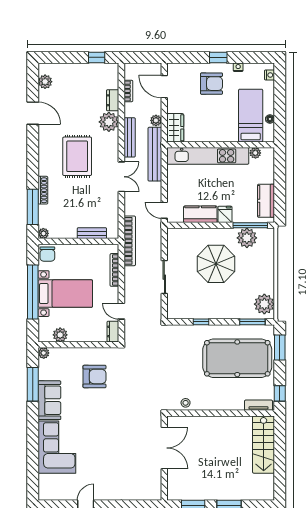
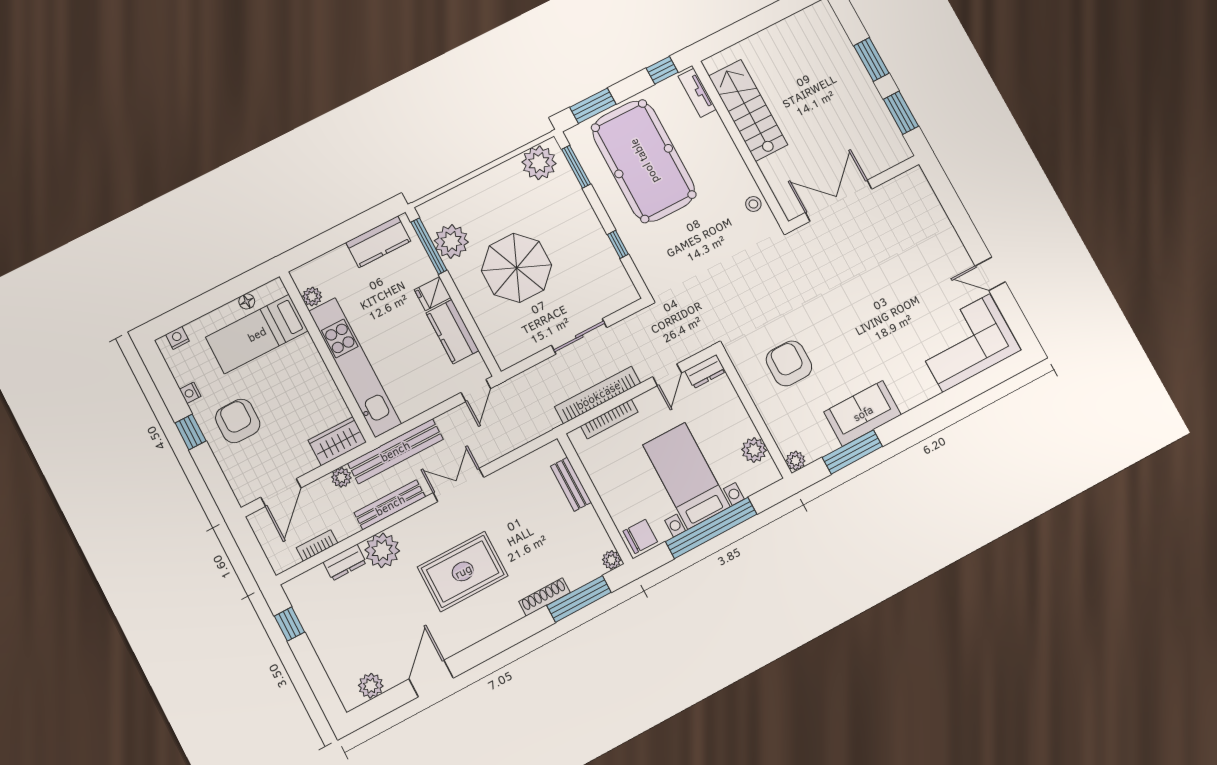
bookcase: (130, 241) -> (598, 395), moved
stairs: (264, 445) -> (748, 110), moved, turned -90
corner sofa: (57, 447) -> (966, 343), moved

